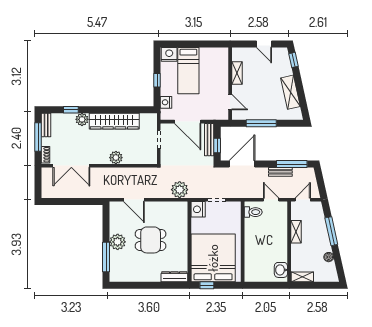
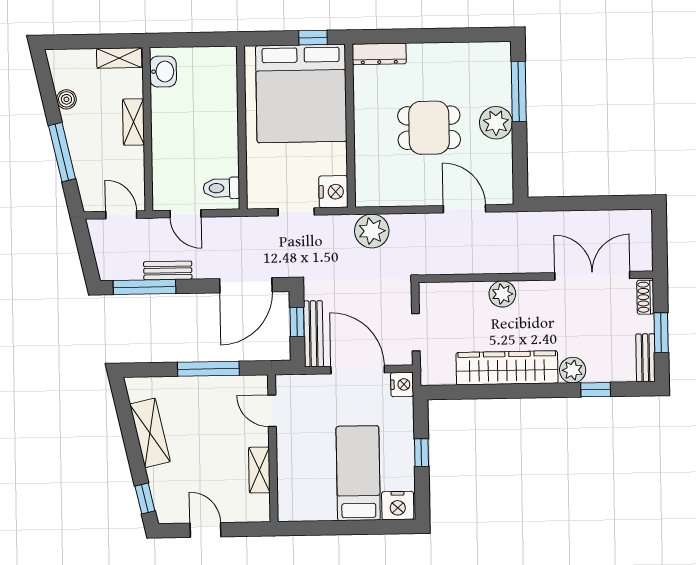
nightstand: (166, 102) -> (402, 384), moved
window: (38, 137) -> (661, 333), width x0.69
door: (303, 200) -> (121, 215), swing flipped
shelving: (296, 232) -> (133, 122), moved

